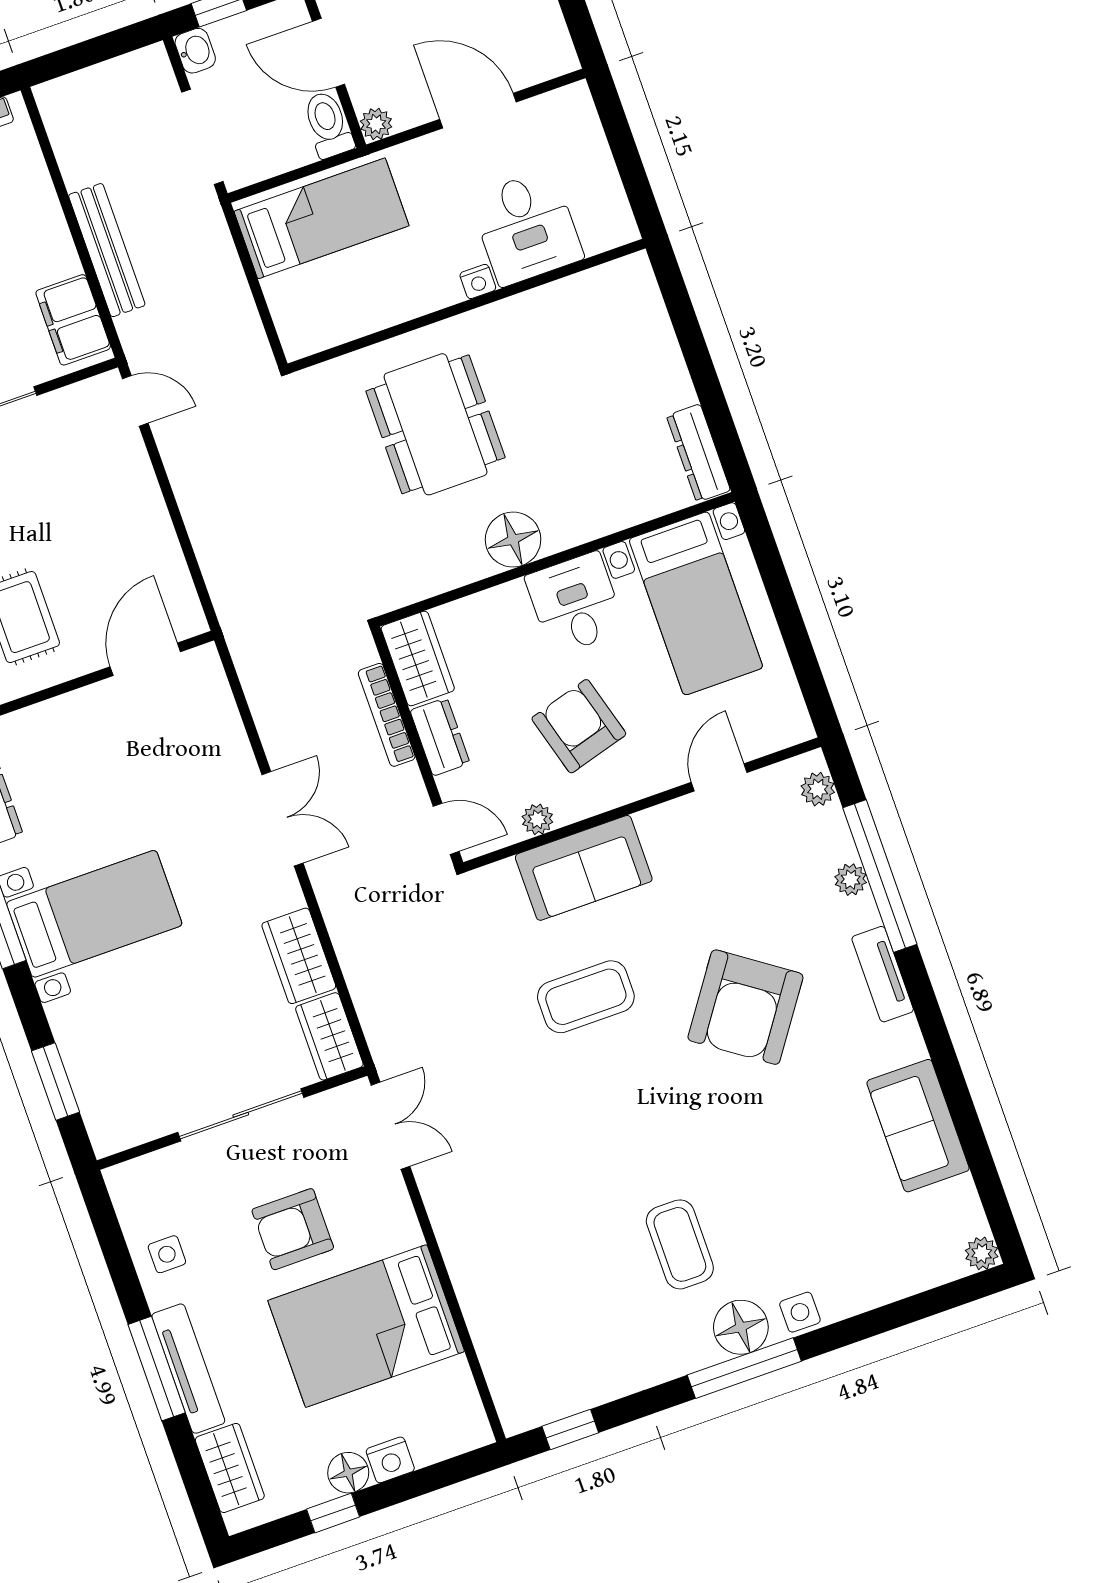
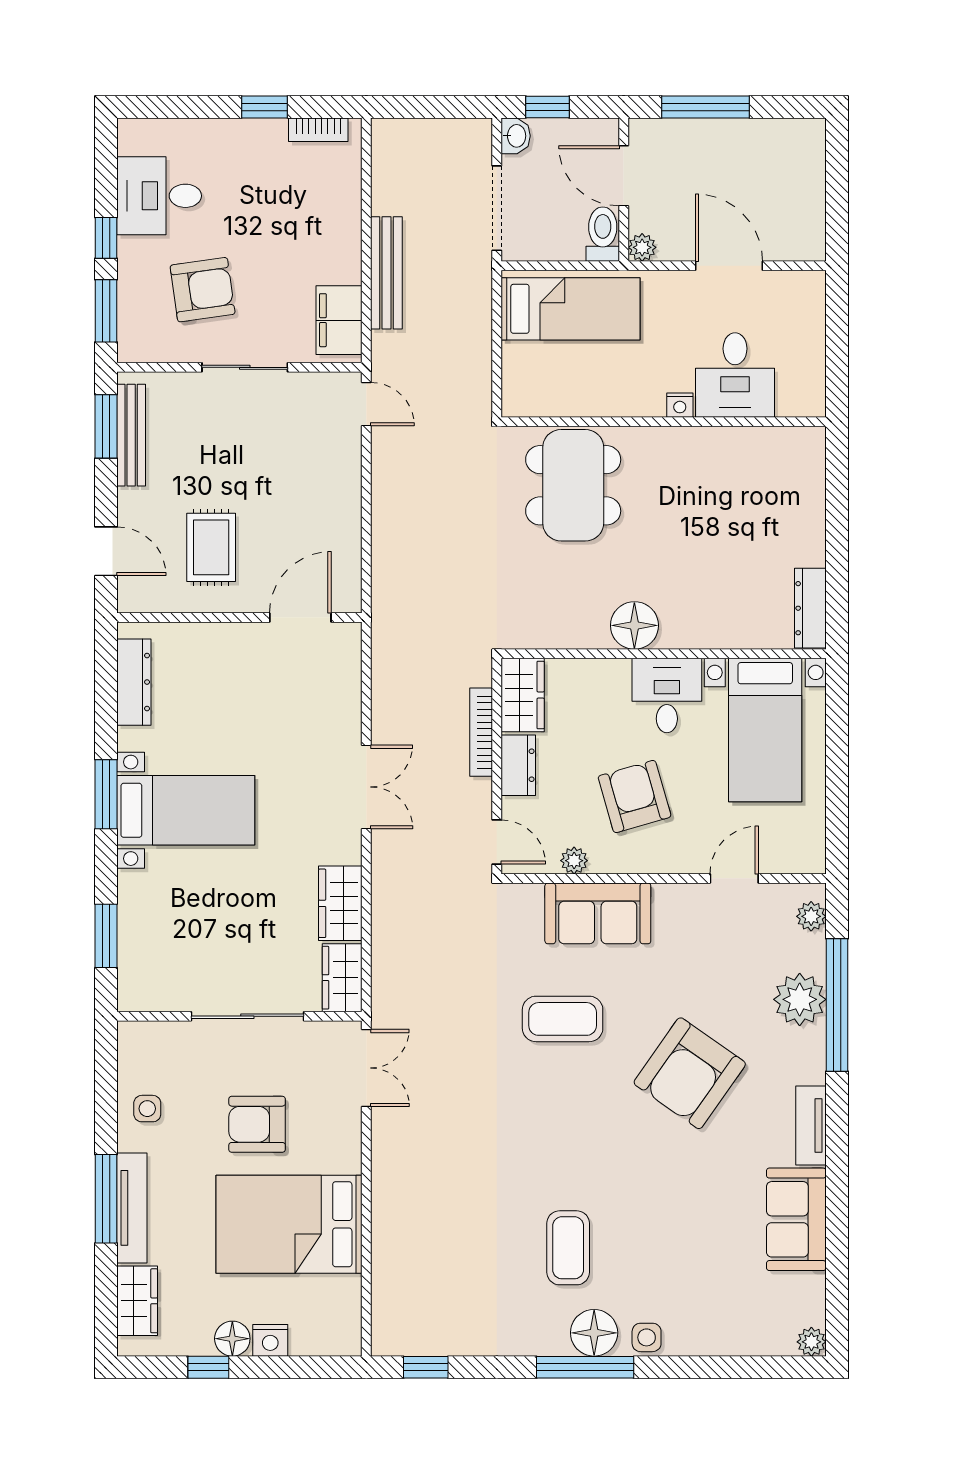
dining table: (436, 424) -> (573, 485), moved
plant: (851, 880) -> (800, 999), width x1.87, depth x1.87
tv unit: (883, 974) -> (811, 1125), moved

